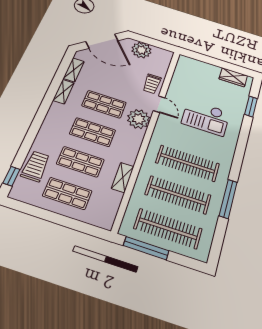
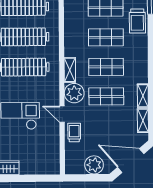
shelving: (123, 178) -> (70, 70), moved

